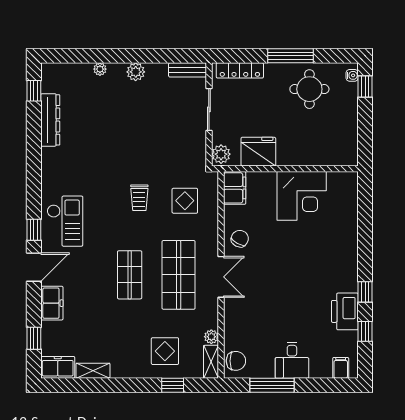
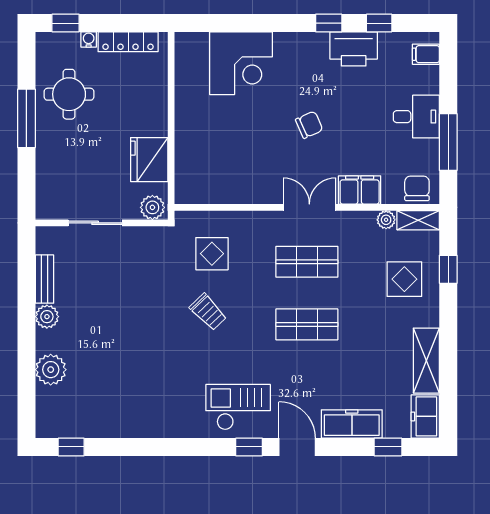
plant: (100, 69) -> (51, 370), width x1.88, depth x1.88
bench: (188, 70) -> (44, 279), moved
locker: (240, 70) -> (128, 42), moved, turned 90
water cooler: (352, 75) -> (89, 40), moved
dresser: (50, 120) -> (109, 426), removed
filing cabinet: (235, 188) -> (360, 190), moved
corner desk: (302, 196) -> (241, 63), moved, turned 90
trolley: (139, 198) -> (208, 312), turned 46
chair: (240, 239) -> (309, 125), moved, turned 128
shop shelf: (179, 275) -> (307, 262), width x0.70, depth x0.74
freezer: (52, 303) -> (352, 424), width x1.40
shelving: (93, 371) -> (426, 361), width x1.50, depth x1.33

